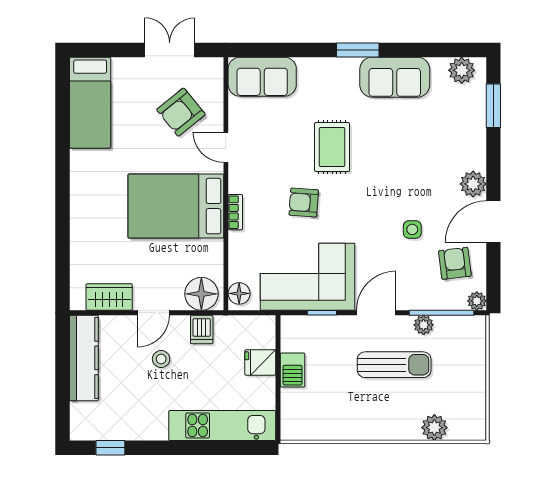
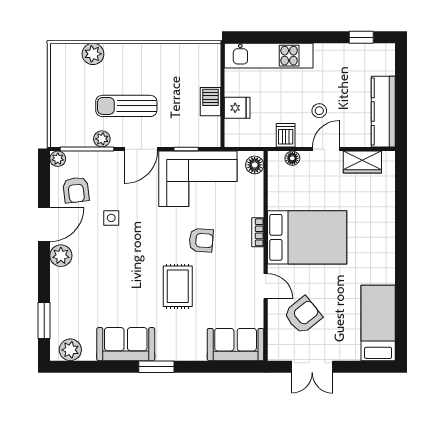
floor lamp: (201, 294) -> (292, 158), width x0.53, depth x0.53

